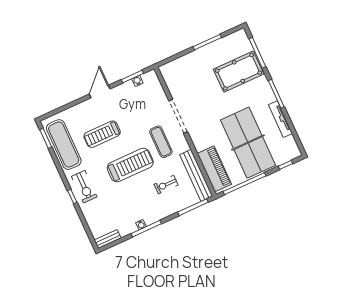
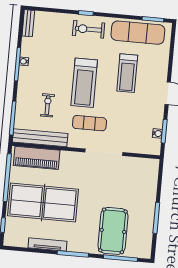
treadmill: (102, 134) -> (127, 73), turned 180

